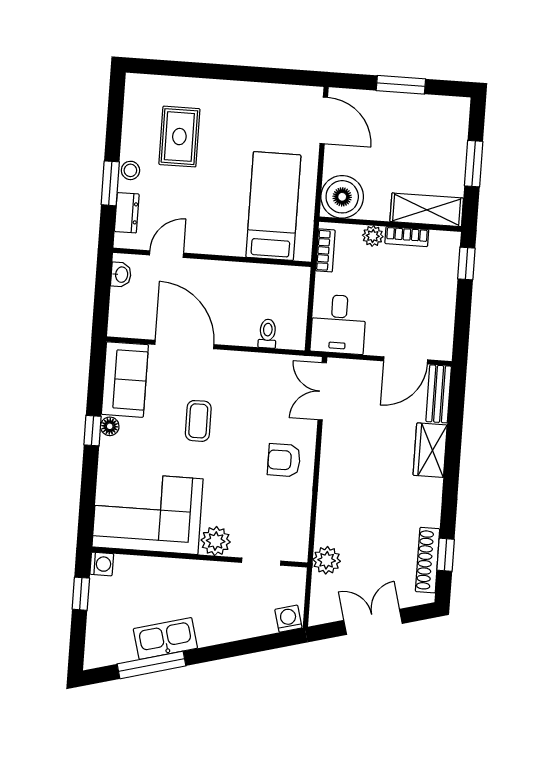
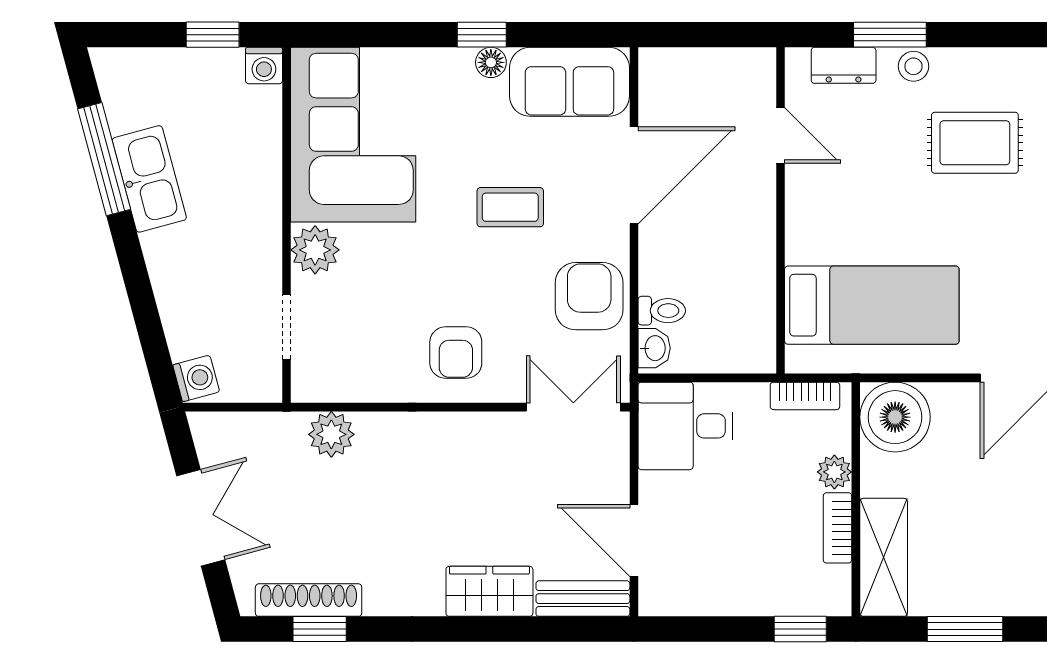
washbasin: (121, 275) -> (654, 348), moved, turned -90
armchair: (256, 377) -> (589, 296), added
armchair: (284, 460) -> (456, 353), turned 180
plant: (327, 560) -> (331, 434), moved

